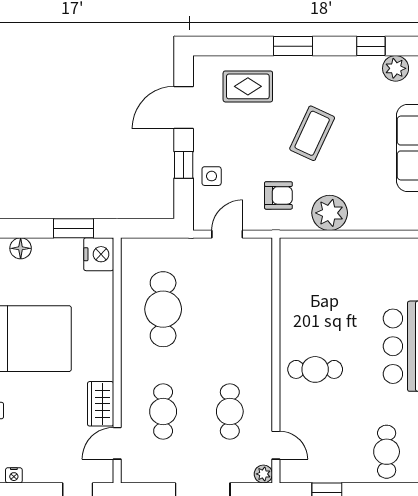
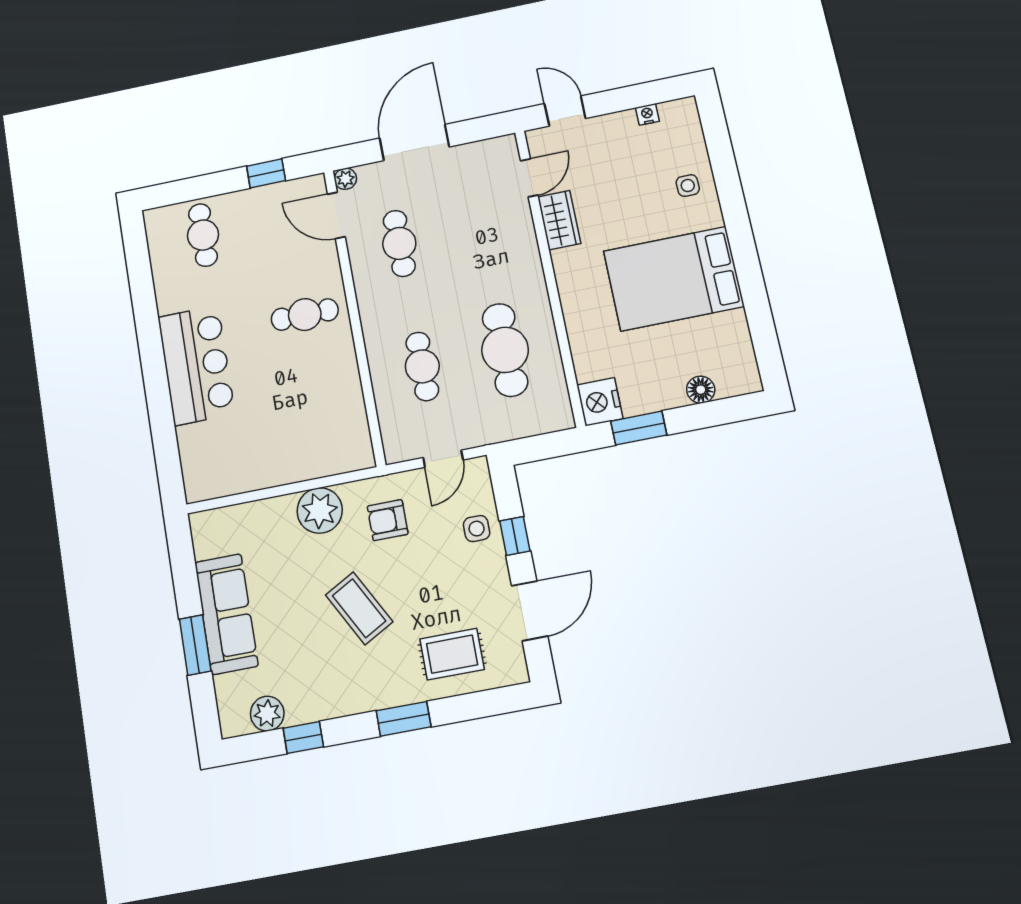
coffee table: (312, 133) -> (359, 608), turned -54
cafe table: (163, 411) -> (422, 366), moved
door: (276, 445) -> (336, 215), width x1.37

